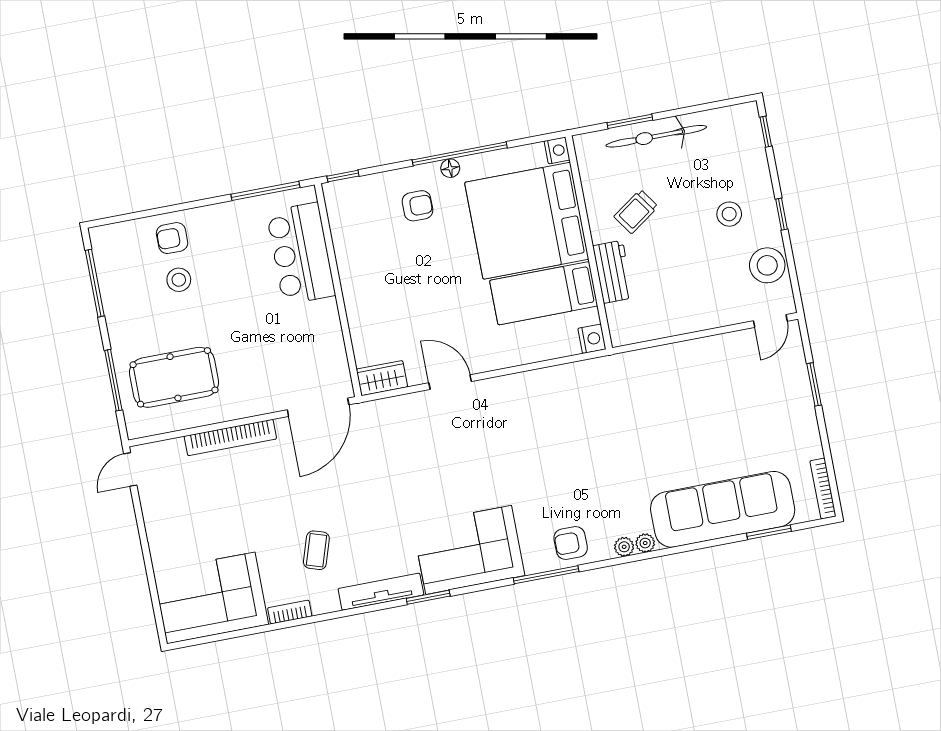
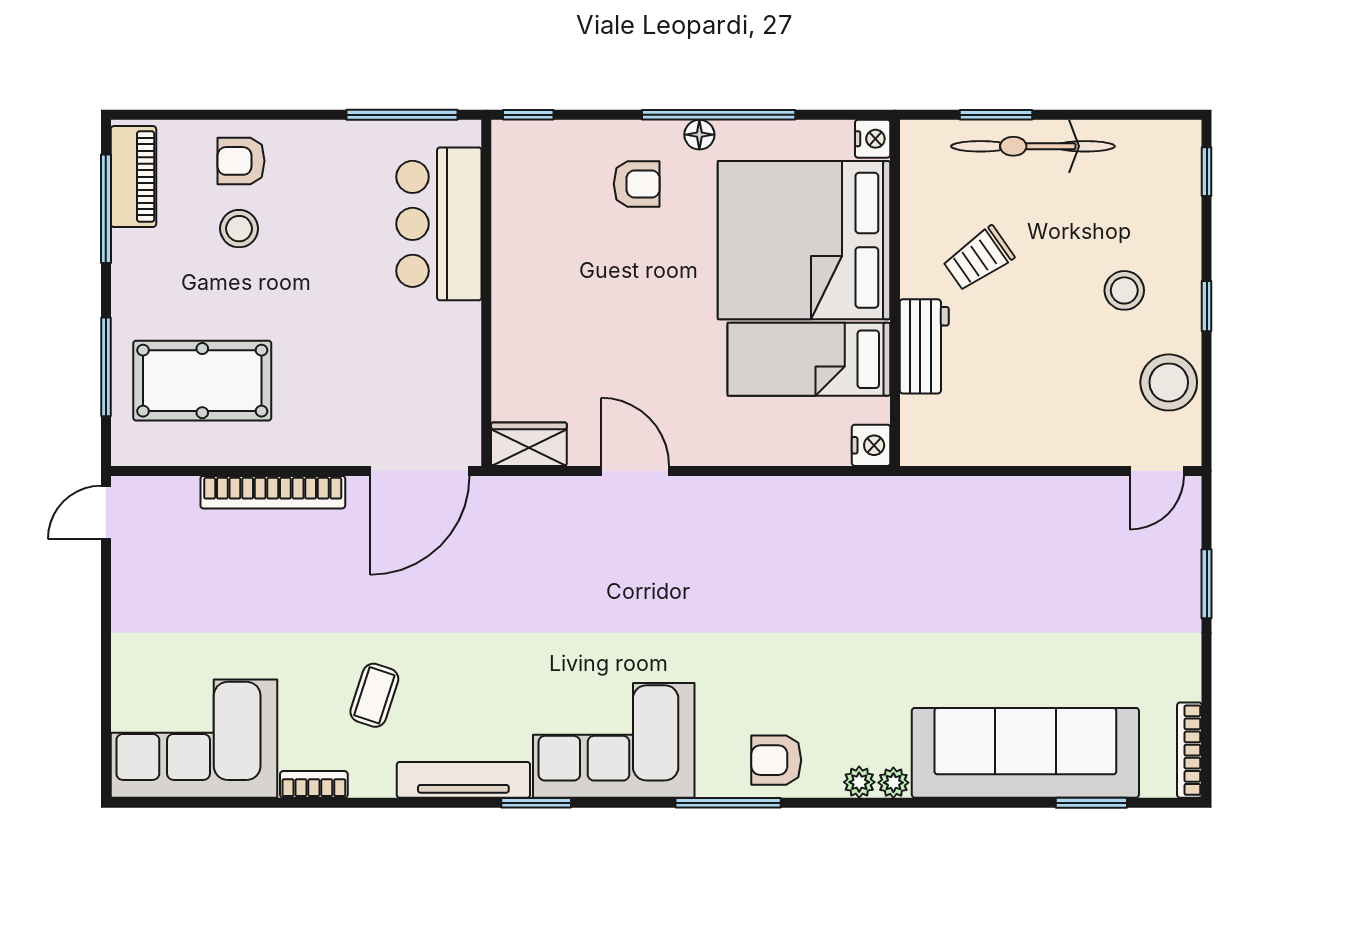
piano: (108, 260) -> (133, 177), added

